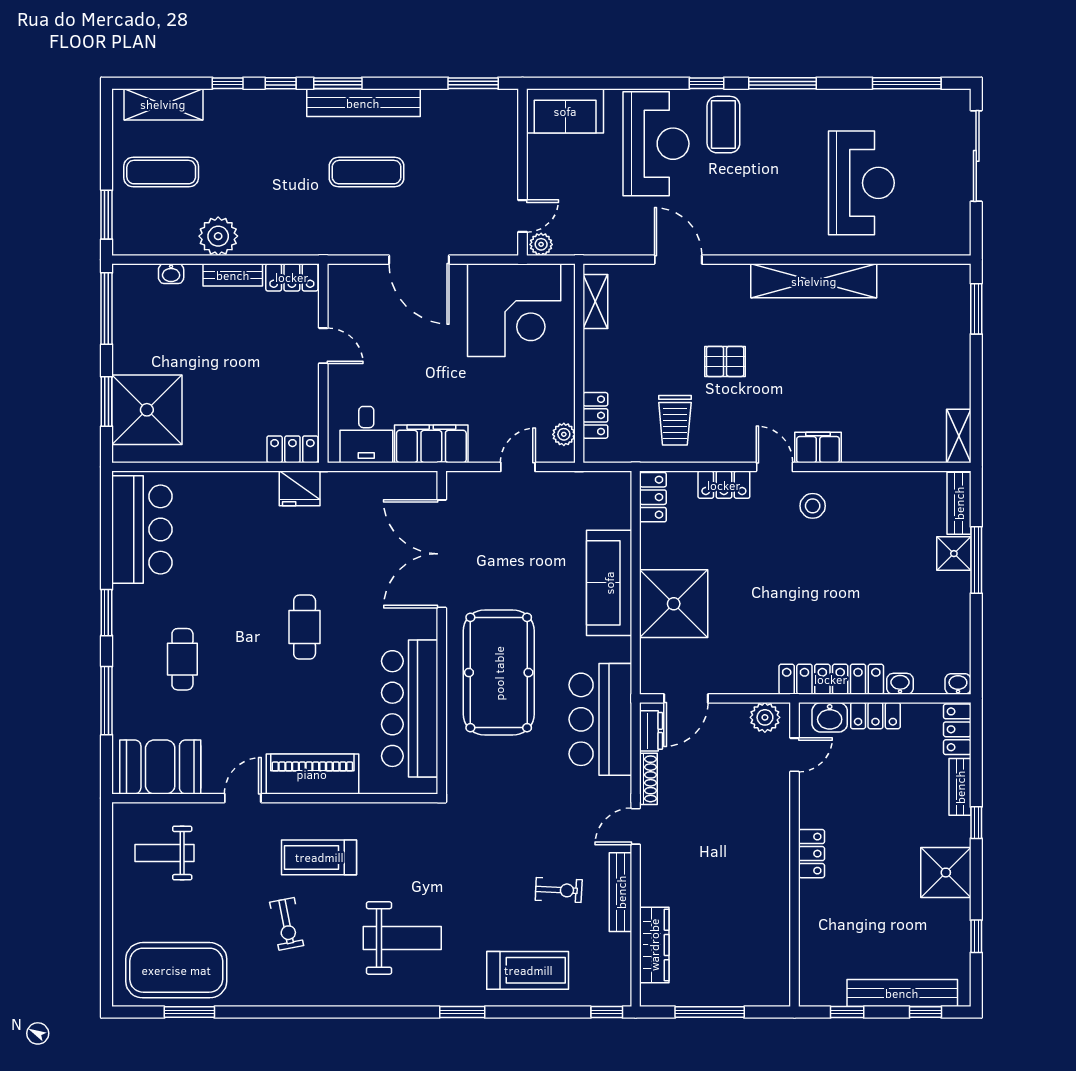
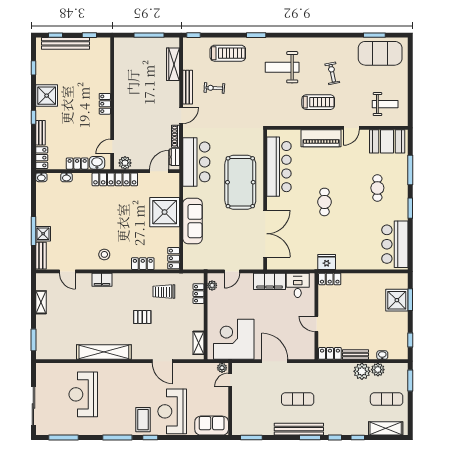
plant: (181, 240) -> (378, 370), added
window: (107, 309) -> (410, 340), width x0.46
shower: (147, 410) -> (397, 300), width x0.73, depth x0.73
trolley: (675, 420) -> (164, 292), turned -90
shelving: (959, 436) -> (41, 302), moved
door: (774, 467) -> (67, 271), moved
locker: (831, 679) -> (115, 179), moved
treadmill: (528, 970) -> (228, 53), turned 180

